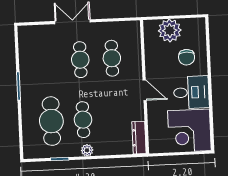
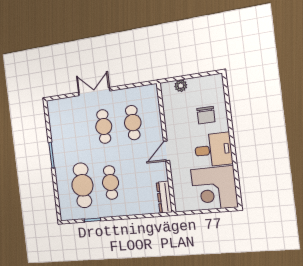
plant: (170, 30) -> (181, 86), width x0.53, depth x0.53
door: (145, 90) -> (166, 151), swing flipped
plant: (87, 150) -> (116, 211), removed

